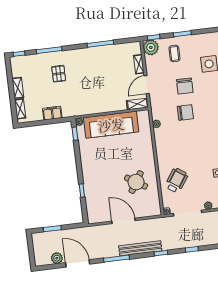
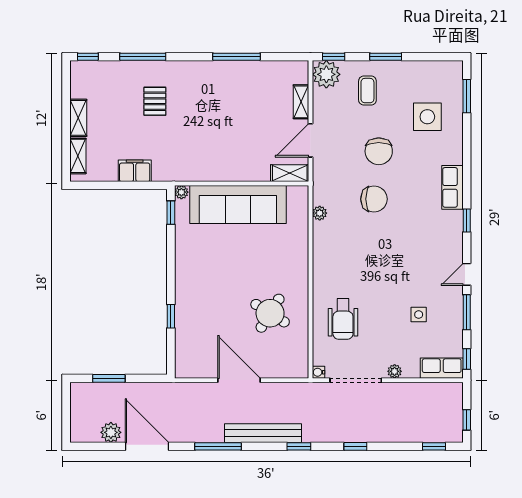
wheelchair: (176, 180) -> (343, 319), turned 145

